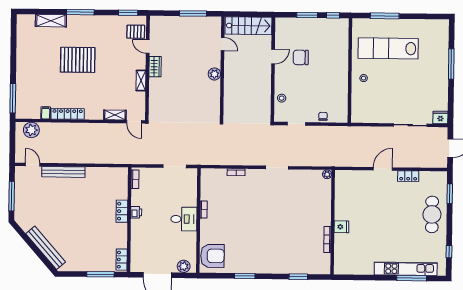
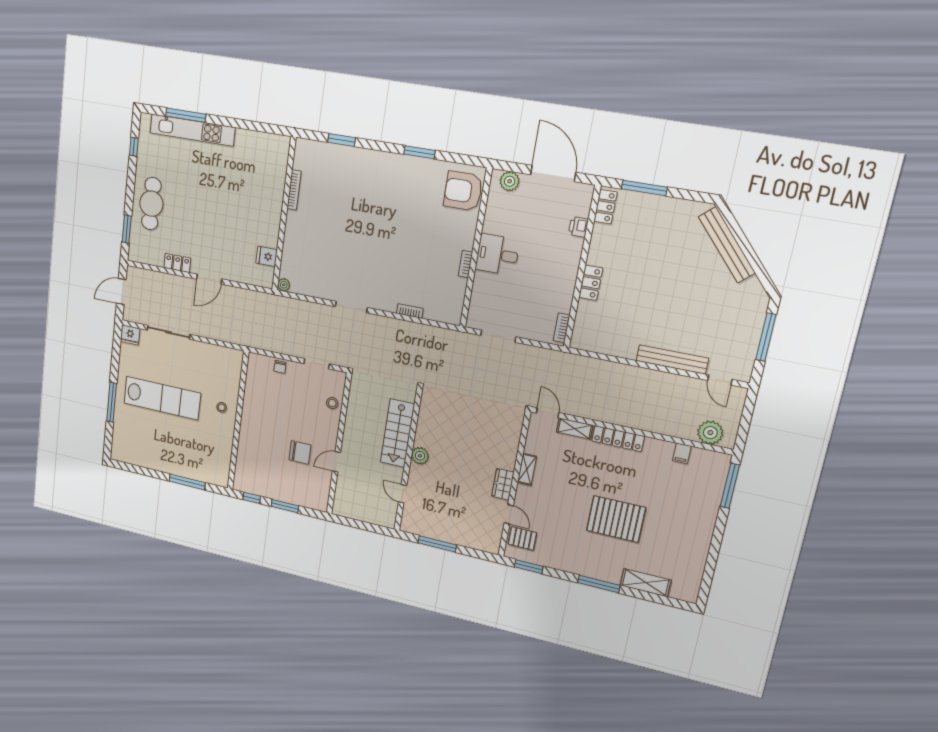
stairs: (249, 26) -> (397, 433), moved, turned -90
lab bench: (388, 48) -> (162, 398), moved
locker: (68, 114) -> (618, 439), moved
printer: (136, 212) -> (578, 227), moved
fridge: (341, 227) -> (267, 256), moved

